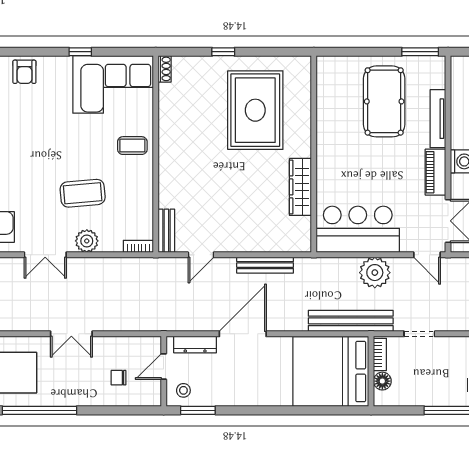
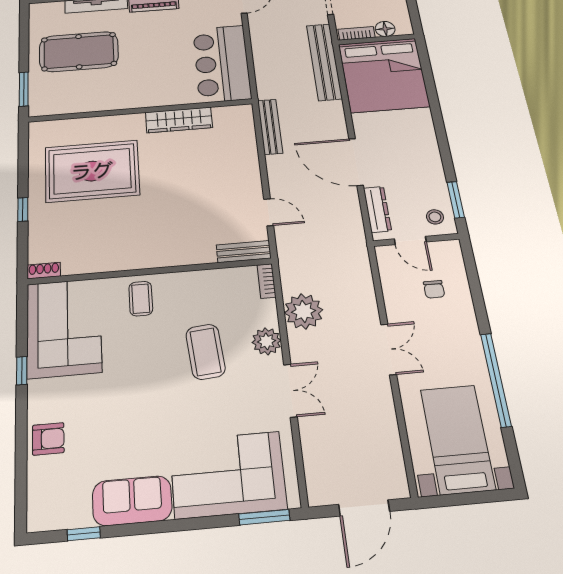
window: (420, 52) -> (24, 89), moved
bench: (265, 265) -> (270, 127), moved
plant: (375, 273) -> (303, 311), moved

